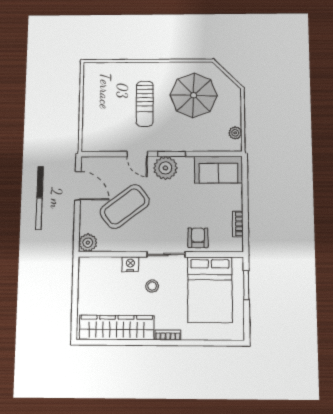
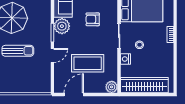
plant: (165, 168) -> (62, 26), moved
coffee table: (125, 206) -> (88, 63), turned -53
armchair: (198, 238) -> (93, 19), moved
wardrobe: (117, 328) -> (144, 85), moved, turned 90

